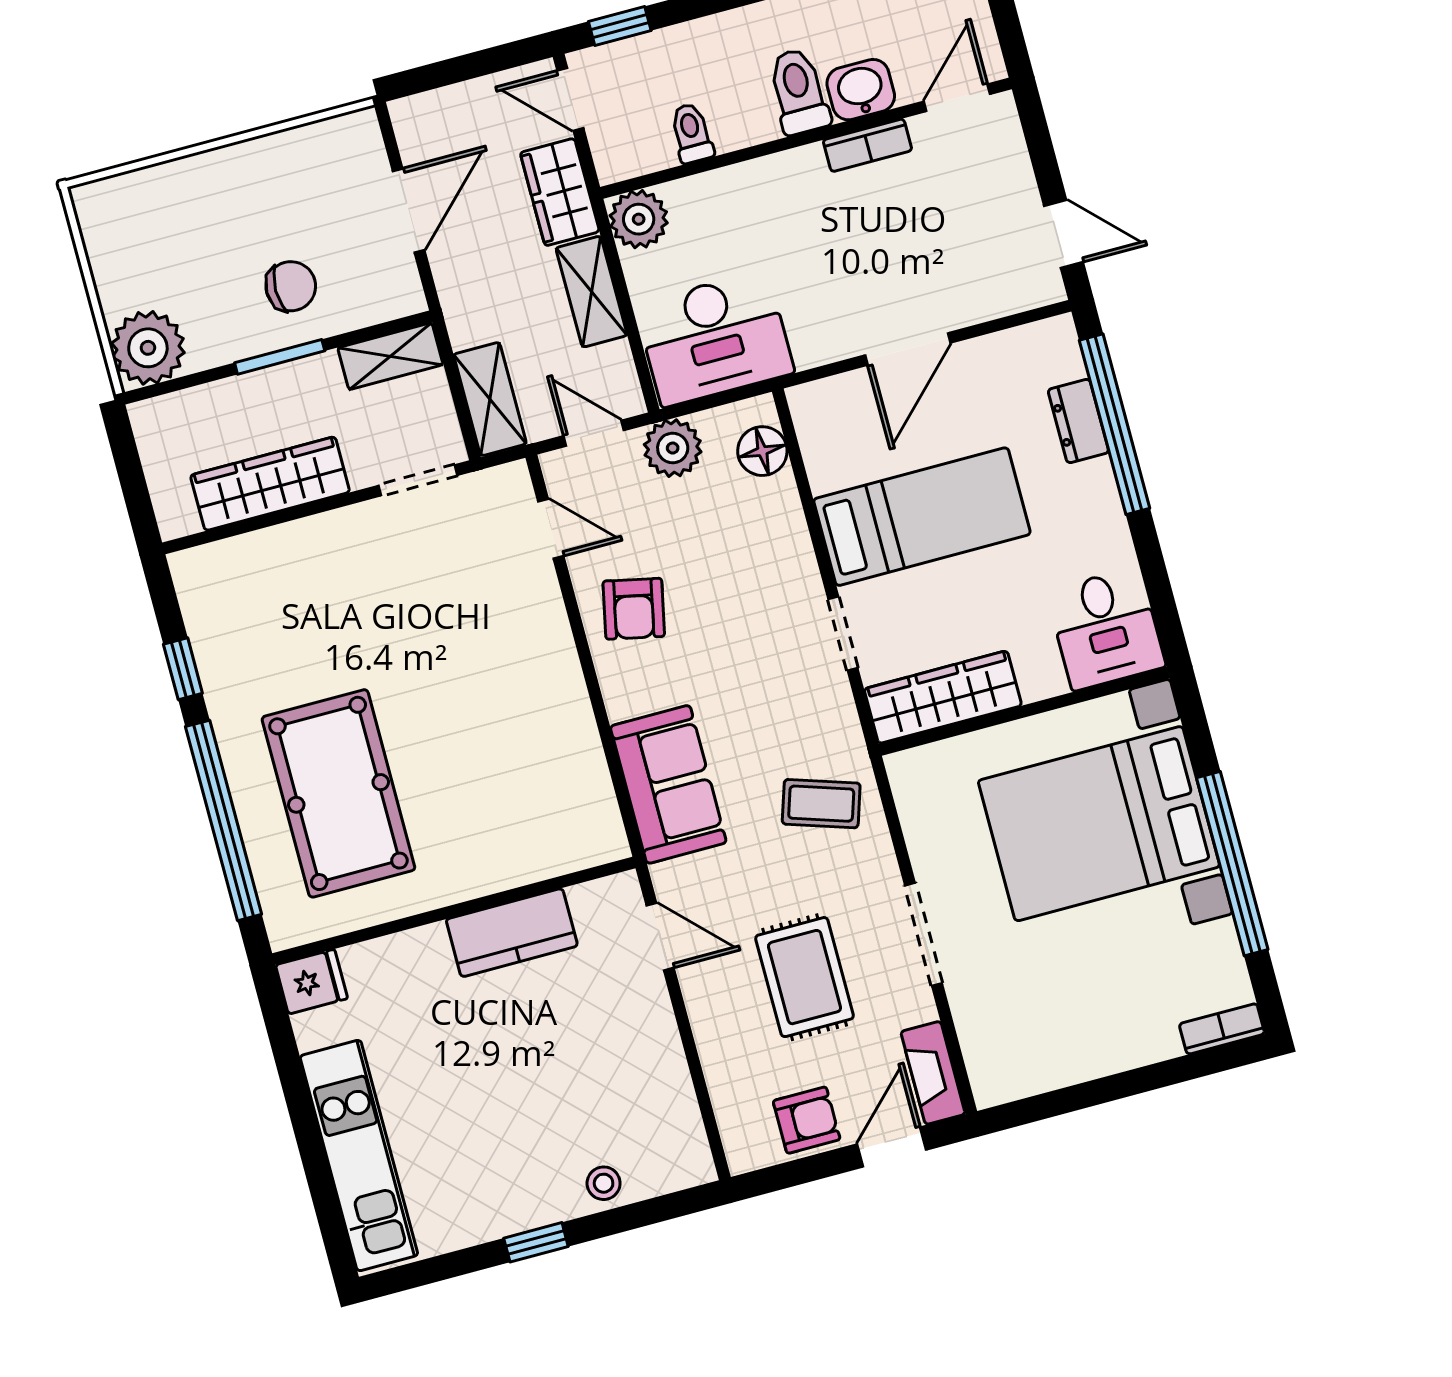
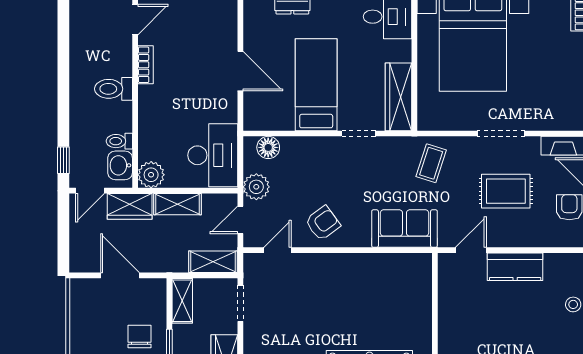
washbasin: (861, 90) -> (120, 165), moved
door: (957, 98) -> (135, 20), swing flipped
armchair: (634, 609) -> (323, 223), turned -48
kitchen counter: (512, 933) -> (515, 267), moved, turned 90

